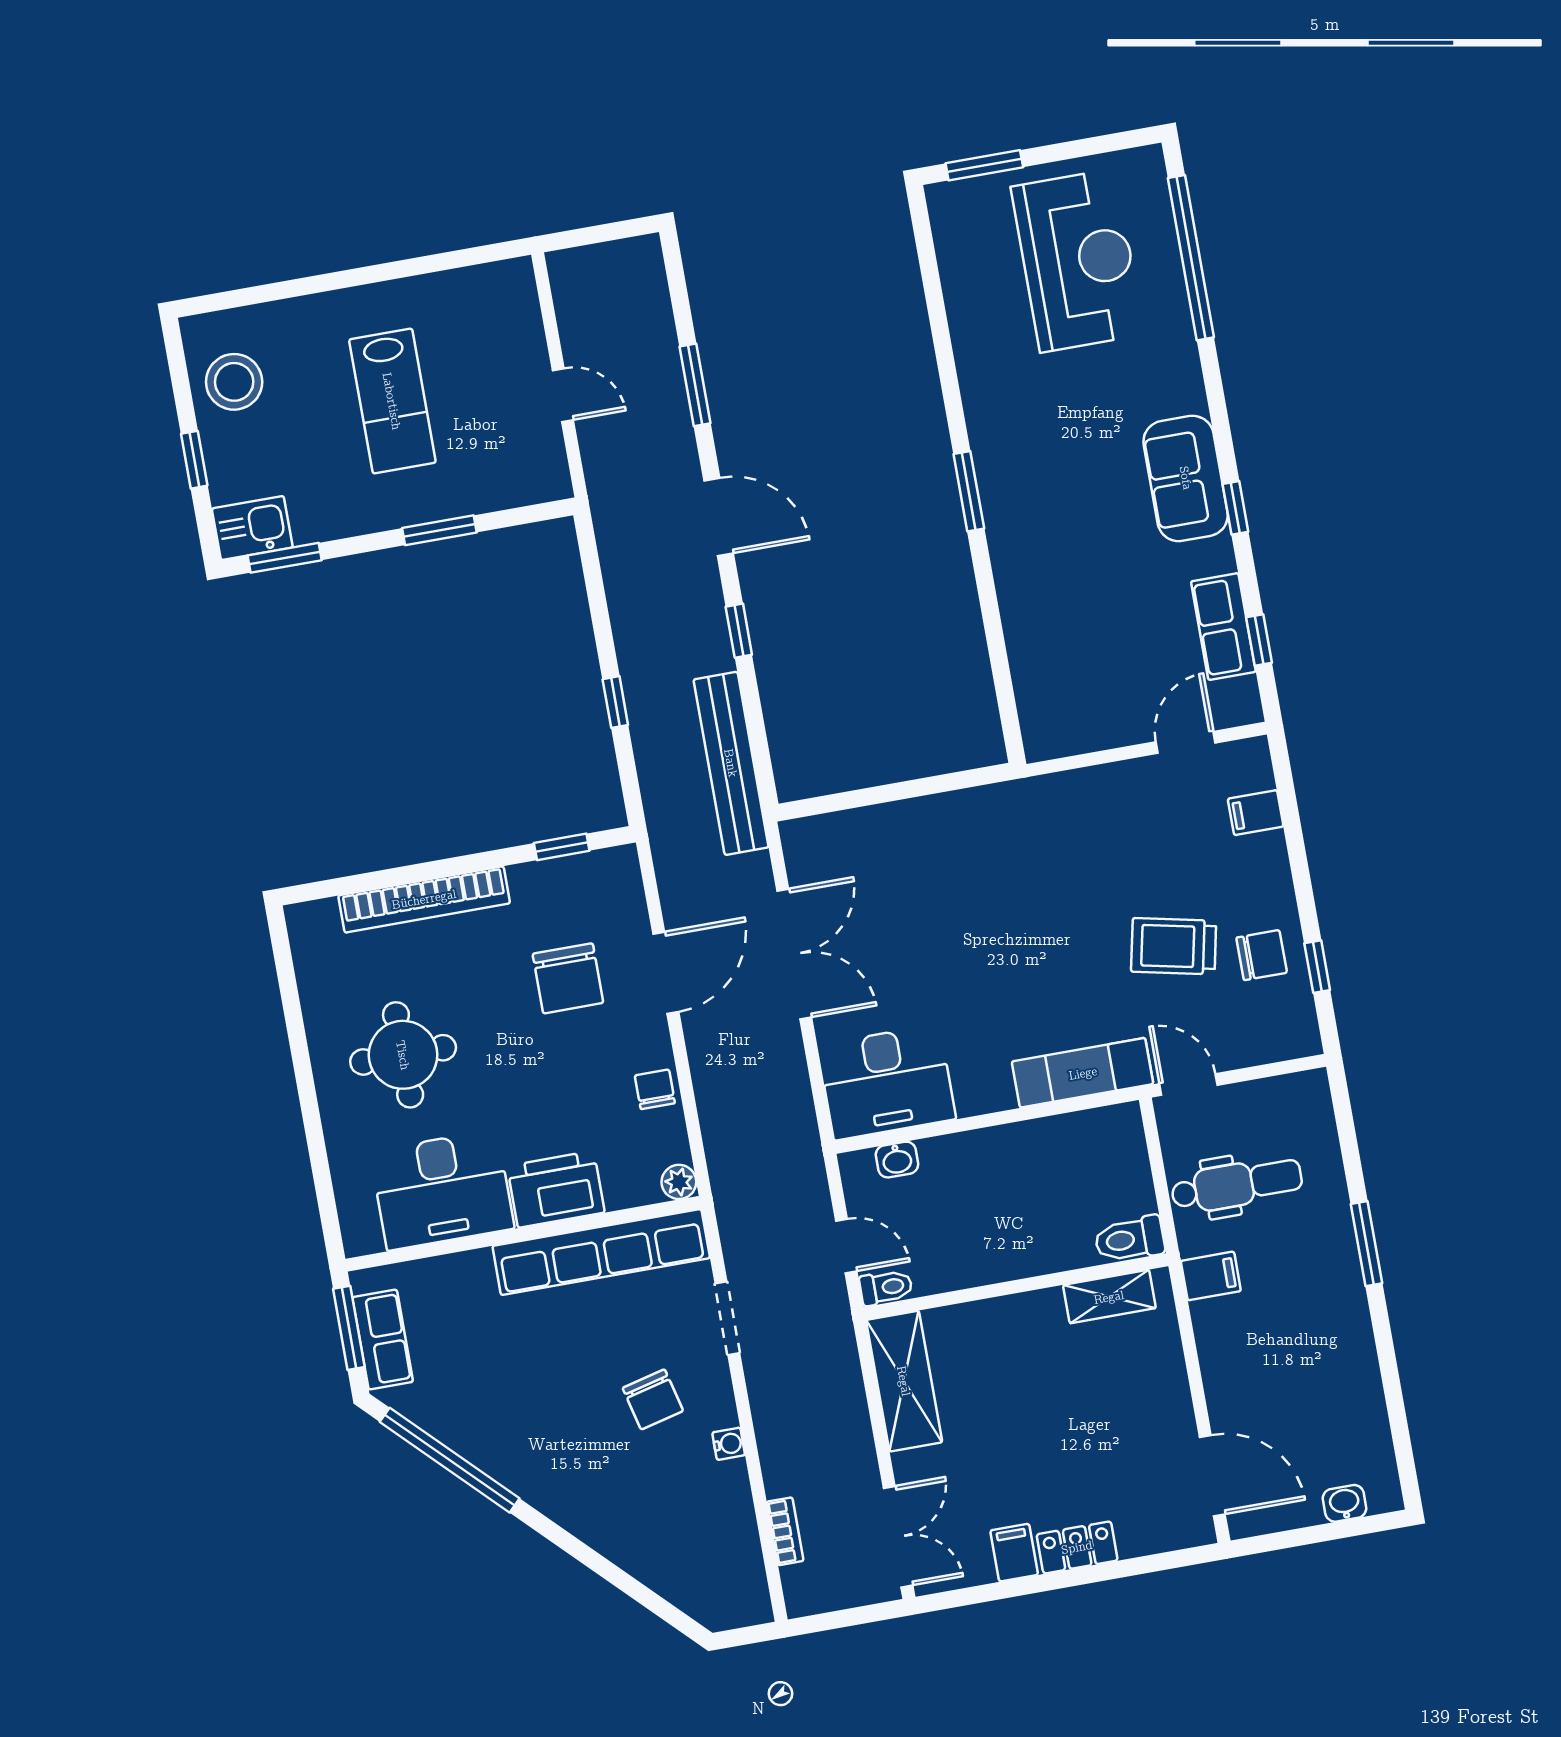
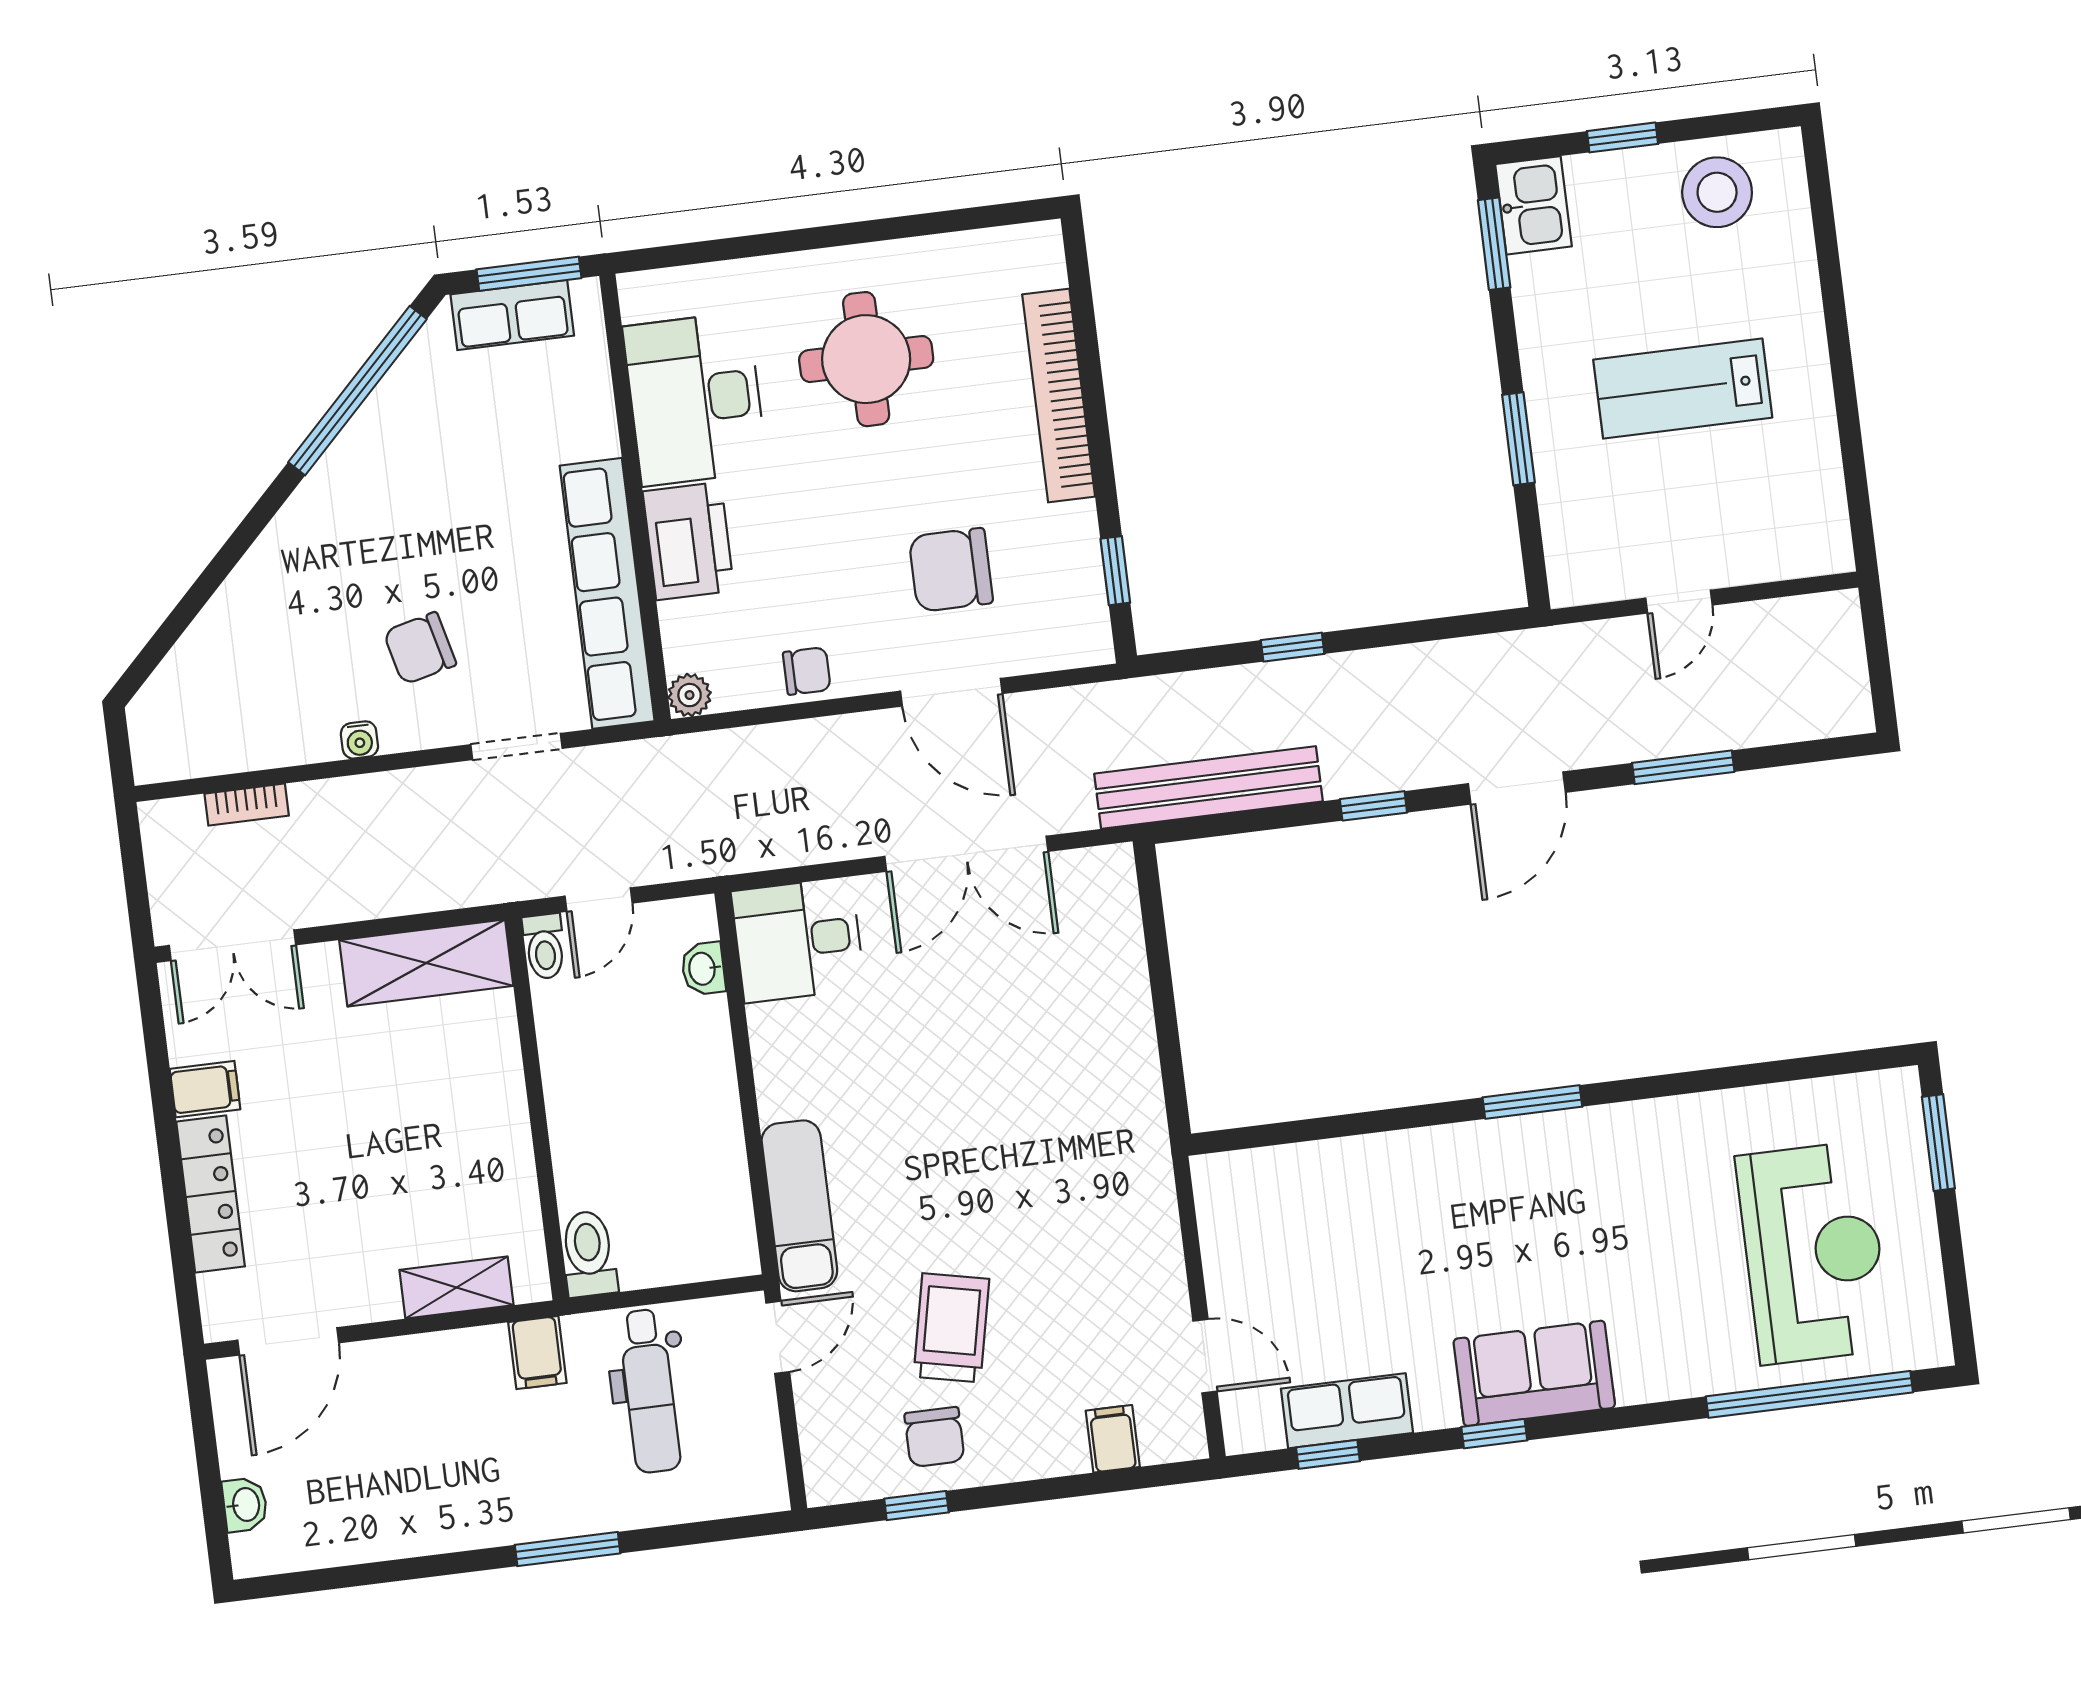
reception desk: (1078, 261) -> (1813, 1253), turned -90
desk: (887, 1082) -> (798, 940), width x0.73
shelving: (1109, 1297) -> (456, 1288), moved, turned 90
locker: (1077, 1547) -> (211, 1194), width x1.53

